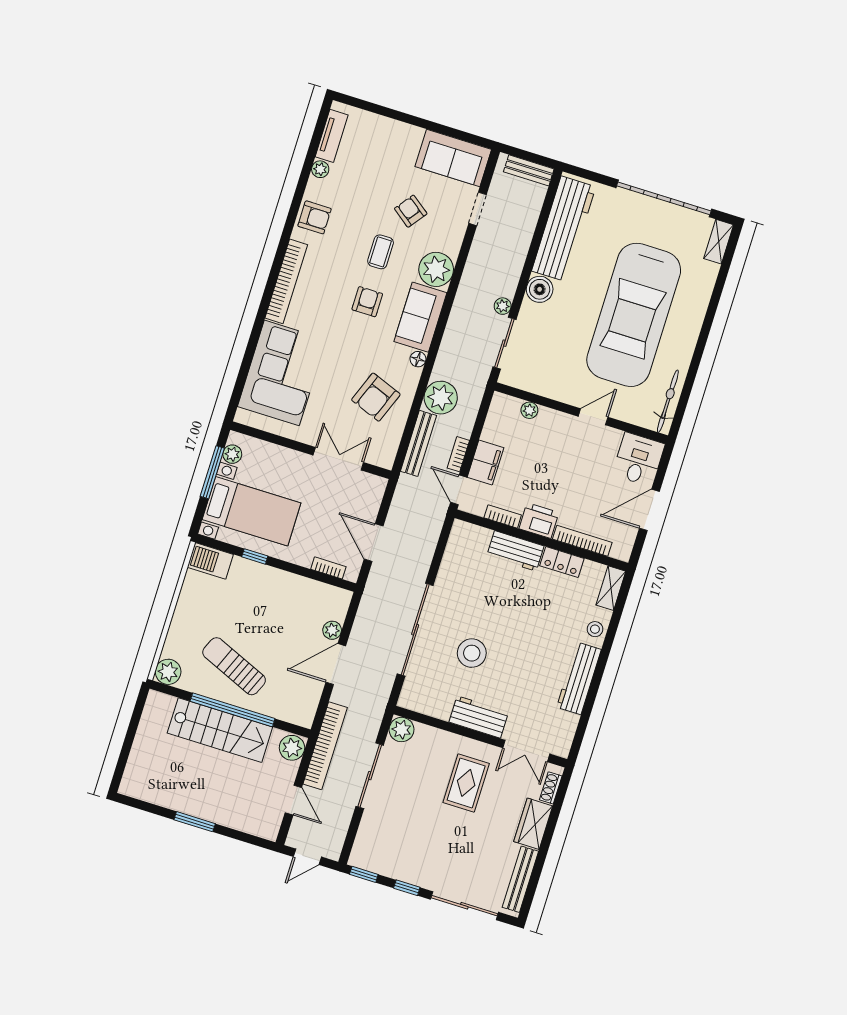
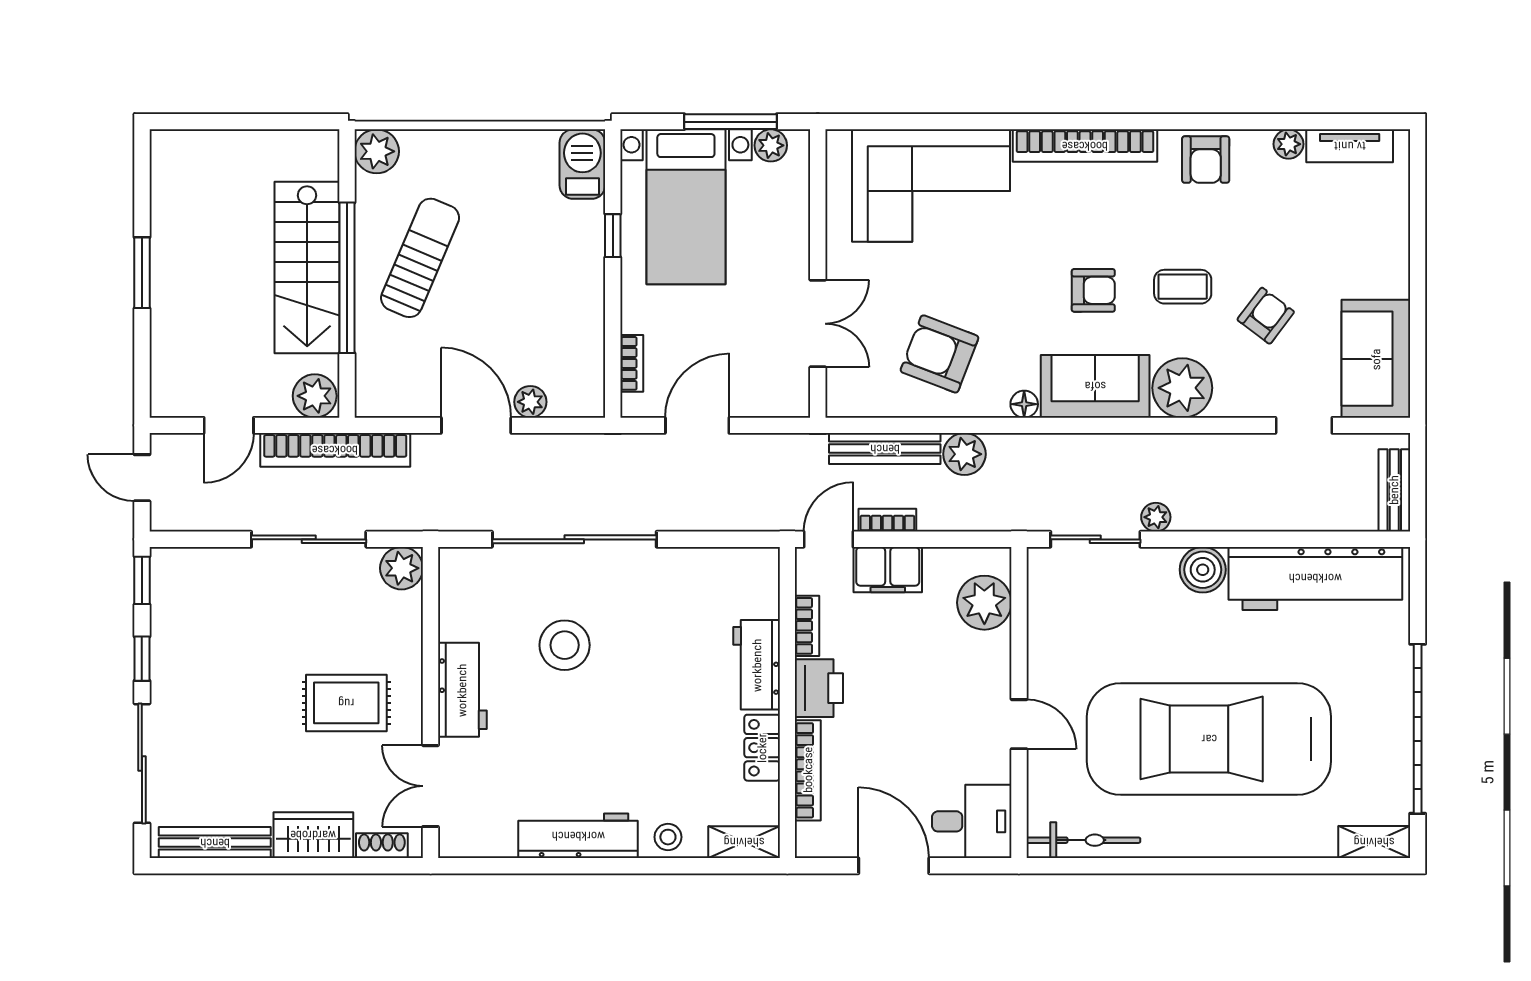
plant: (441, 398) -> (964, 454), width x0.73, depth x0.73
plant: (529, 410) -> (984, 603), width x1.88, depth x1.88

